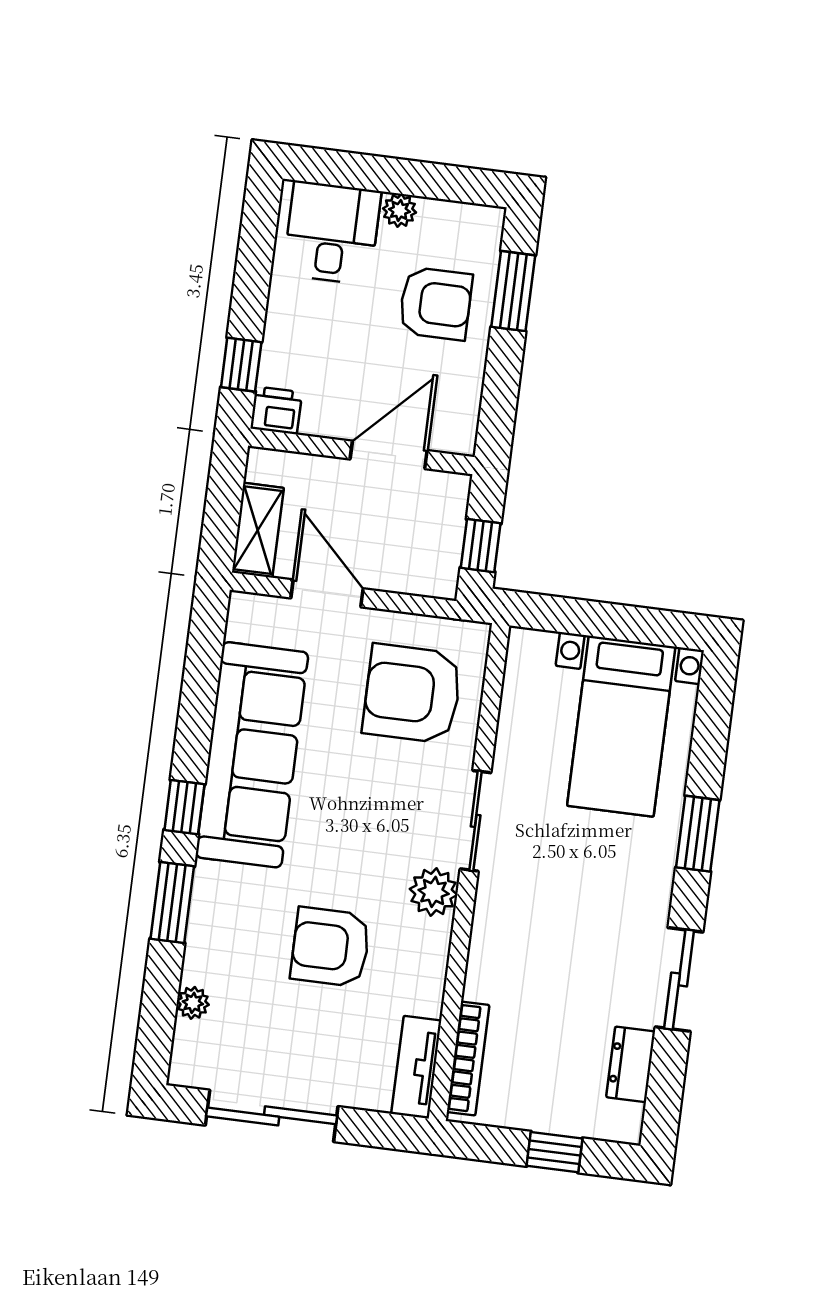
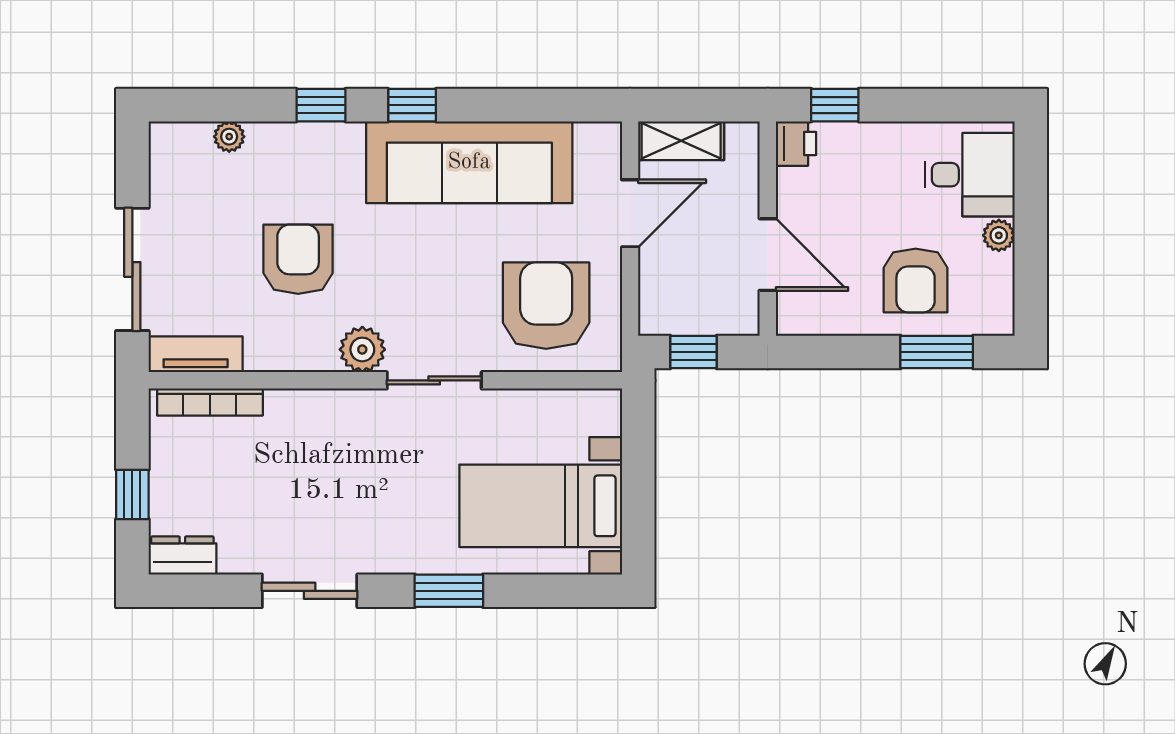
window: (172, 902) -> (321, 105), width x0.67
dresser: (631, 1064) -> (182, 556), moved
sliding door: (272, 1116) -> (132, 269), moved

